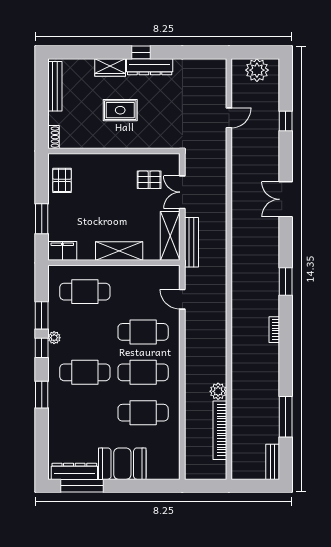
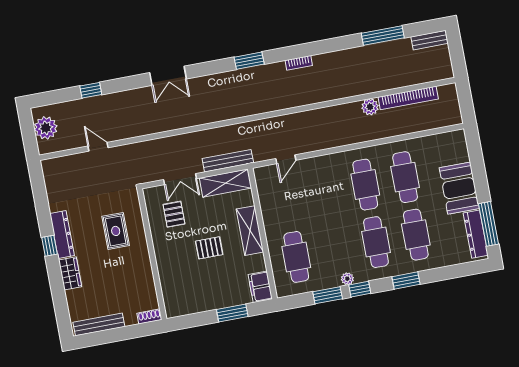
rug: (120, 110) -> (116, 231), moved
pallet: (62, 180) -> (209, 248), moved
cafe table: (143, 332) -> (416, 235), moved

